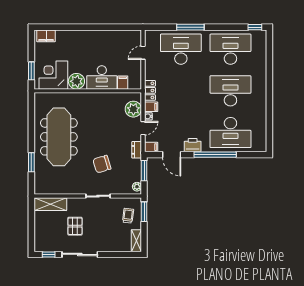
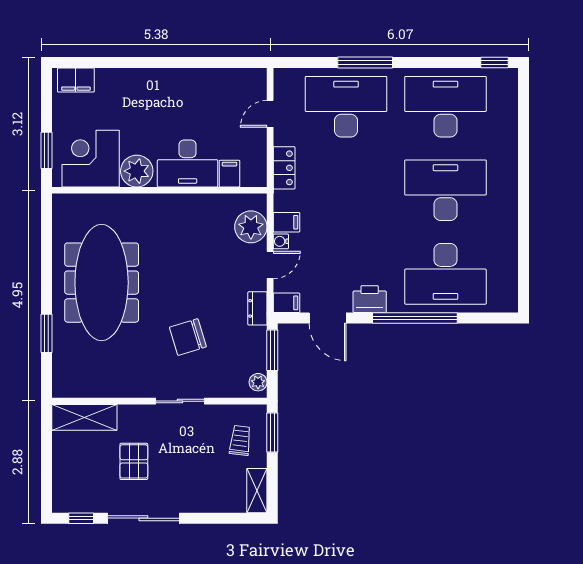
locker: (150, 90) -> (284, 168), moved

